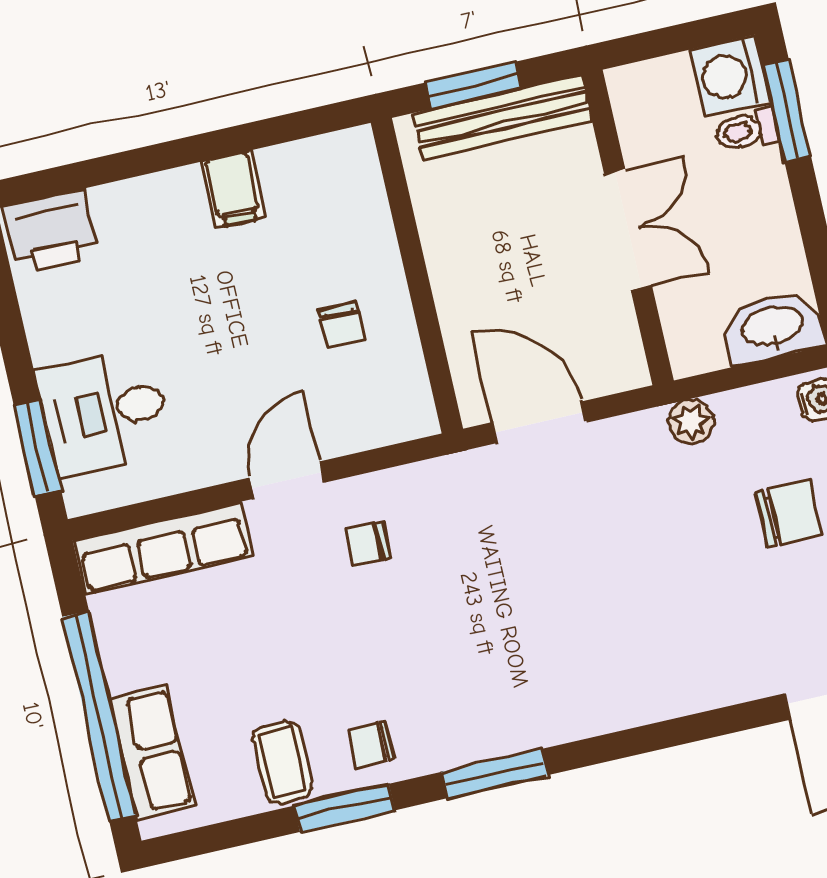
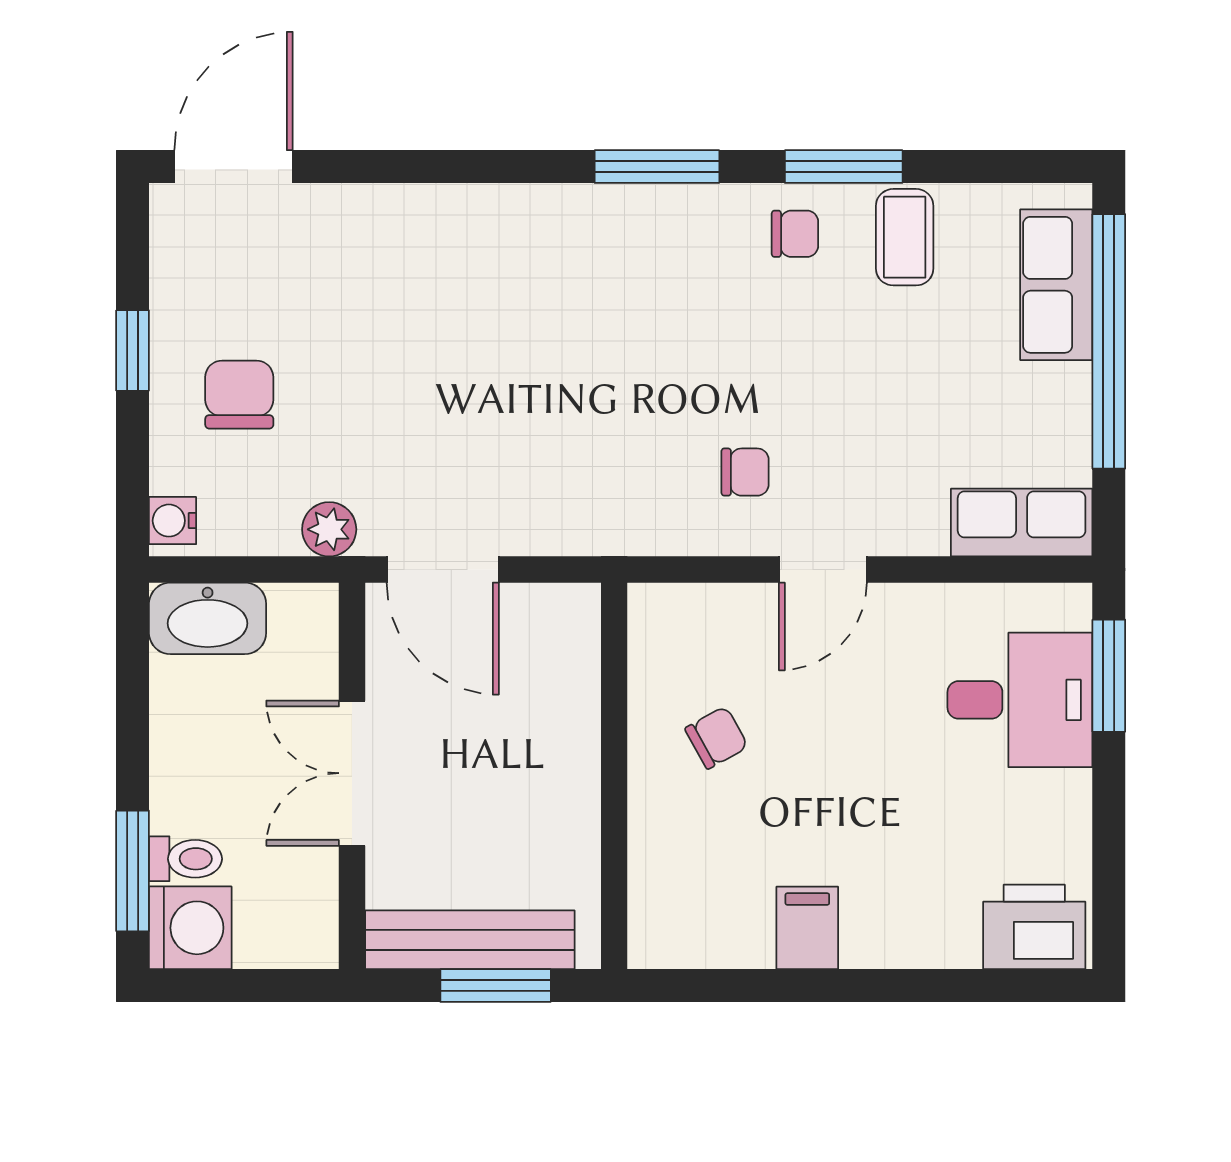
chair: (342, 325) -> (717, 738), turned 61
door: (539, 422) -> (443, 569), moved
chair: (788, 513) -> (239, 395), turned 90
row of seats: (163, 548) -> (1022, 523), width x0.68

